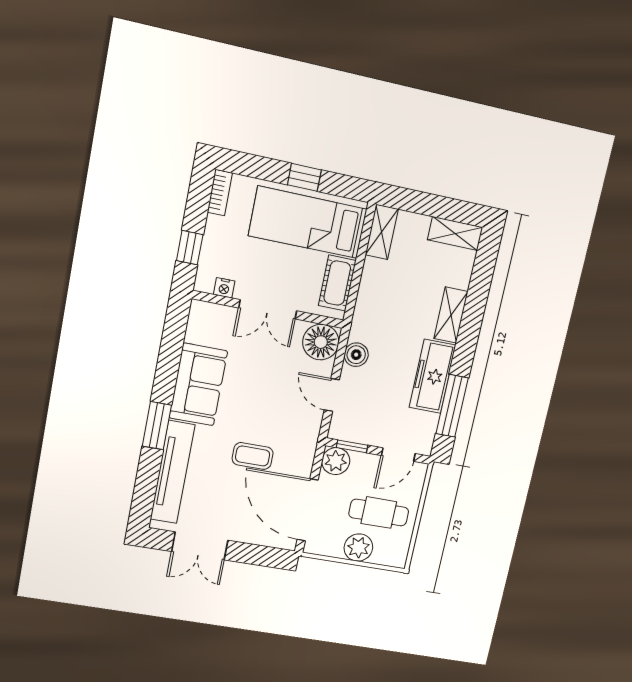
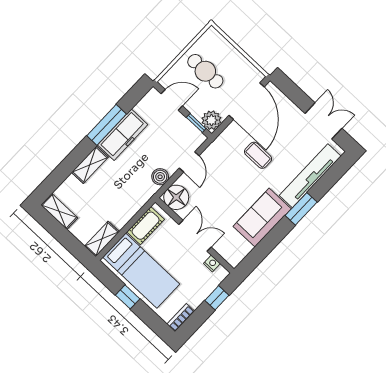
window: (452, 406) -> (107, 125), moved
plant: (358, 548) -> (231, 57), removed

